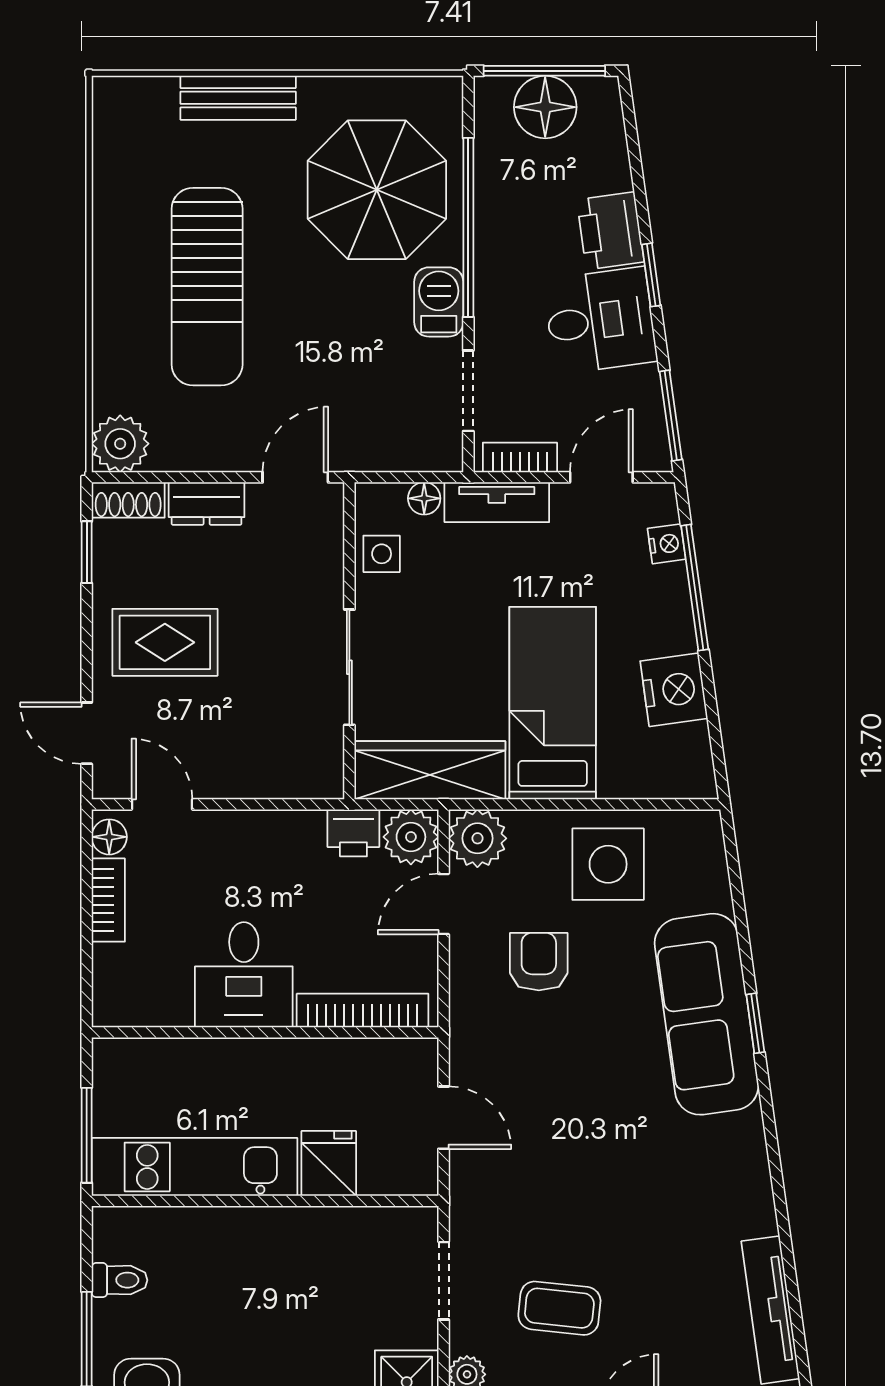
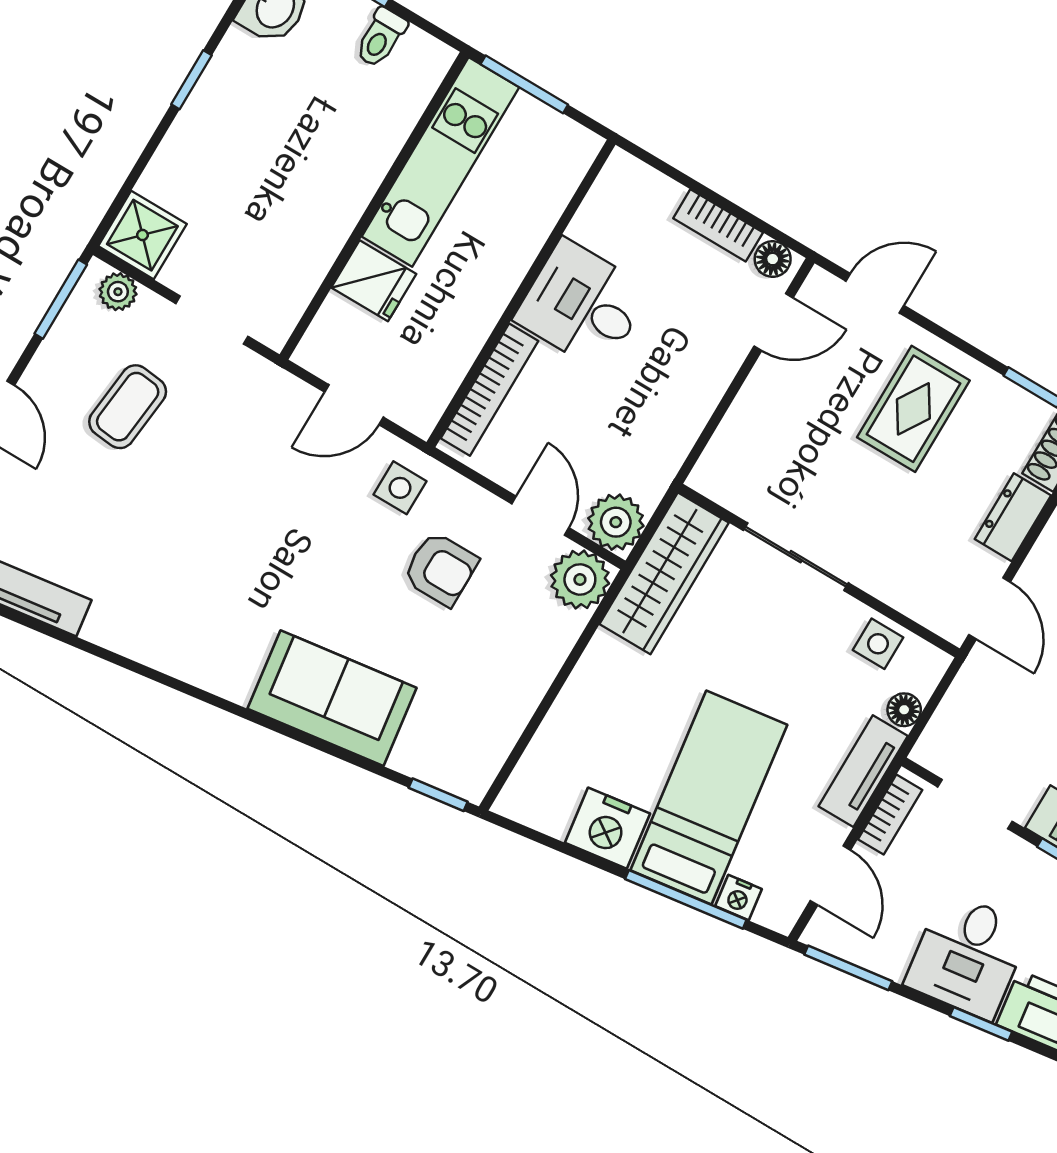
bed: (553, 703) -> (709, 797), moved, turned -98
printer: (353, 833) -> (649, 474), removed
side table: (608, 864) -> (400, 488), moved, width x0.54, depth x0.54
sofa: (707, 1014) -> (332, 698), width x0.73
window: (755, 1023) -> (438, 795), moved

